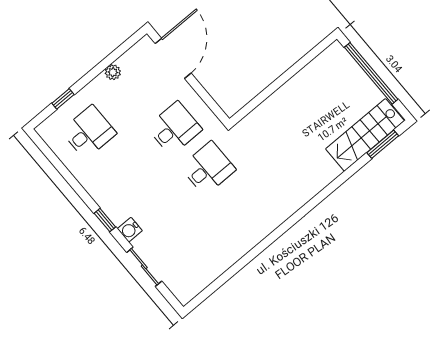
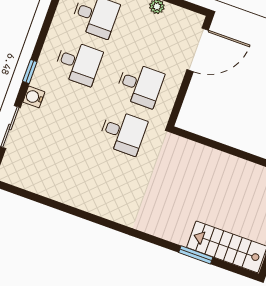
window: (383, 144) -> (196, 255), moved
desk: (122, 172) -> (78, 63), added

